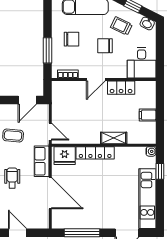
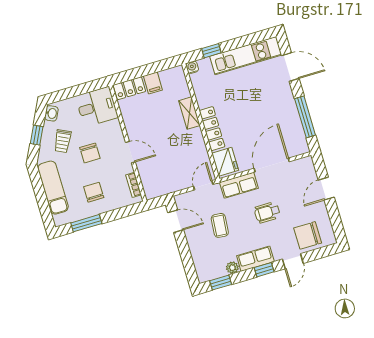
window: (48, 50) -> (86, 223), moved
locker: (121, 88) -> (129, 88), moved, turned 90

